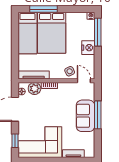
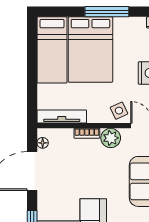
window: (44, 9) -> (107, 12), moved
plant: (34, 88) -> (111, 138), moved

